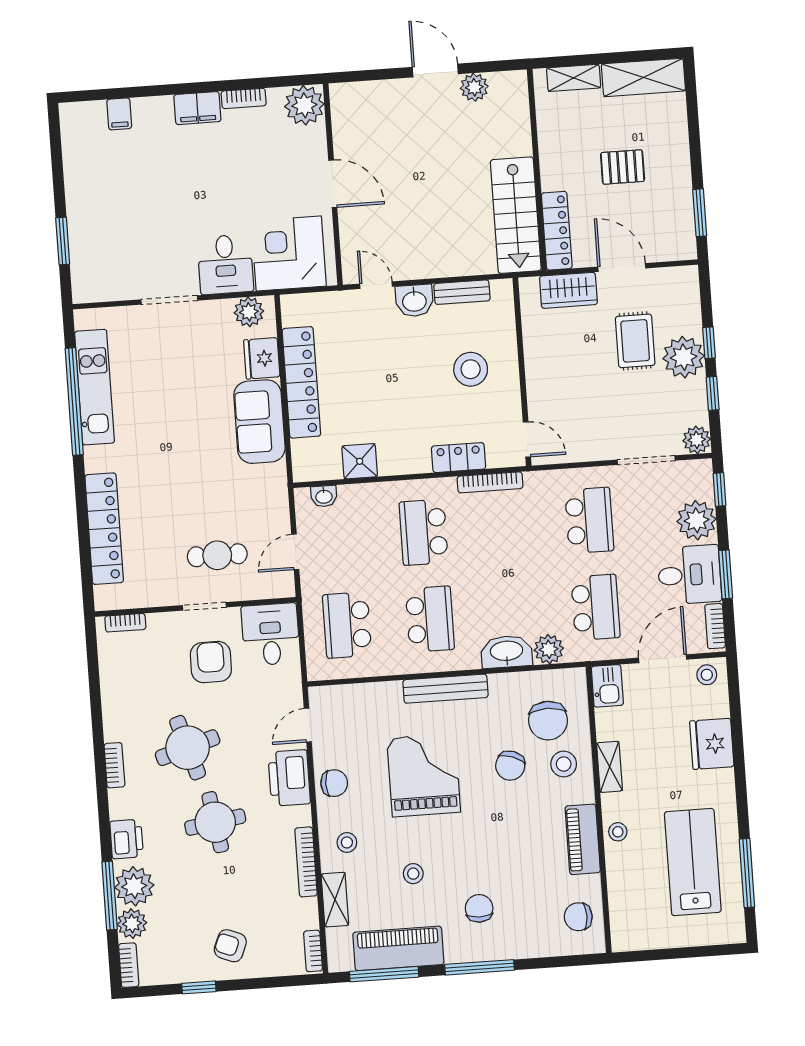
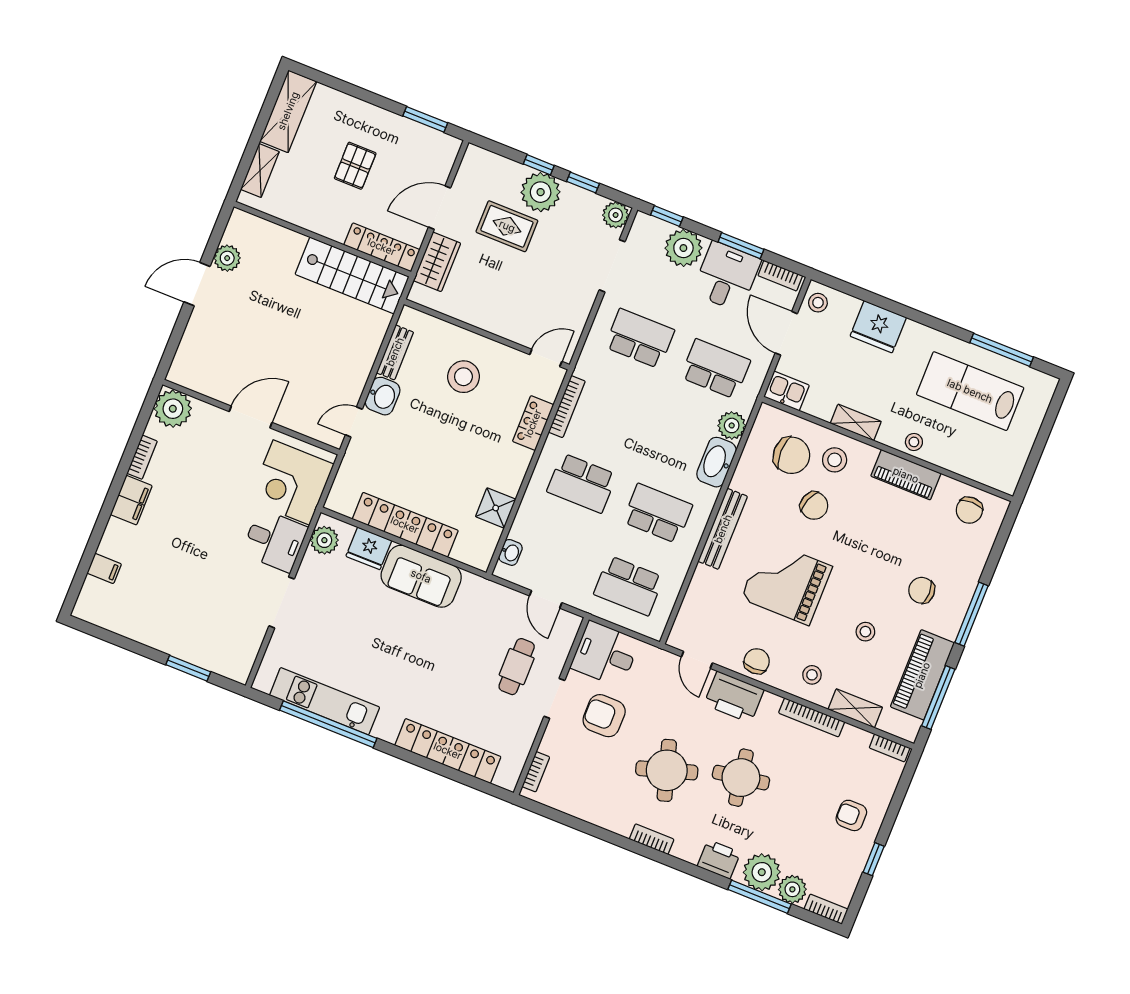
armchair: (230, 946) -> (851, 815), turned 68

